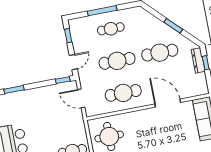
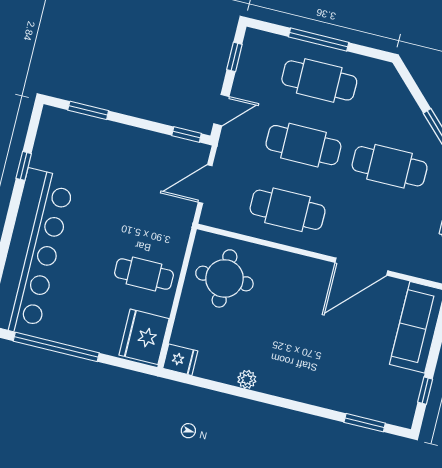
cafe table: (111, 29) -> (319, 80), width x1.37, depth x1.35
door: (81, 98) -> (205, 184), hinge flipped
door: (168, 103) -> (361, 267), swing flipped

